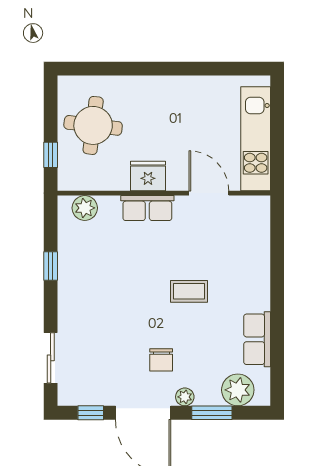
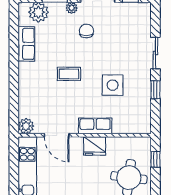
plant: (85, 208) -> (26, 126), moved
side table: (119, 273) -> (113, 85), added
sliding door: (51, 358) -> (155, 53), moved

